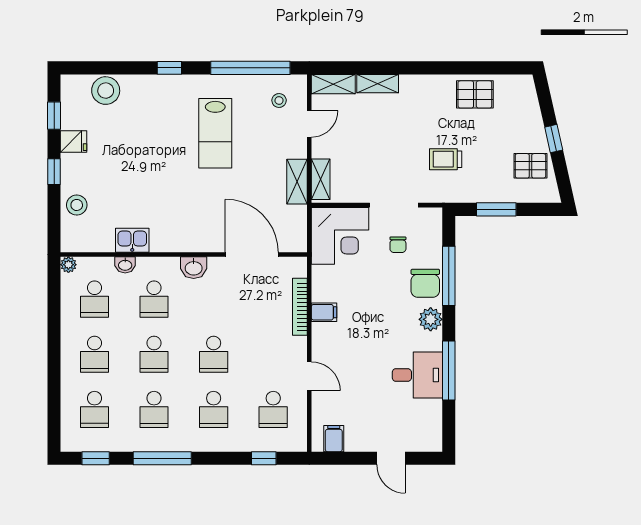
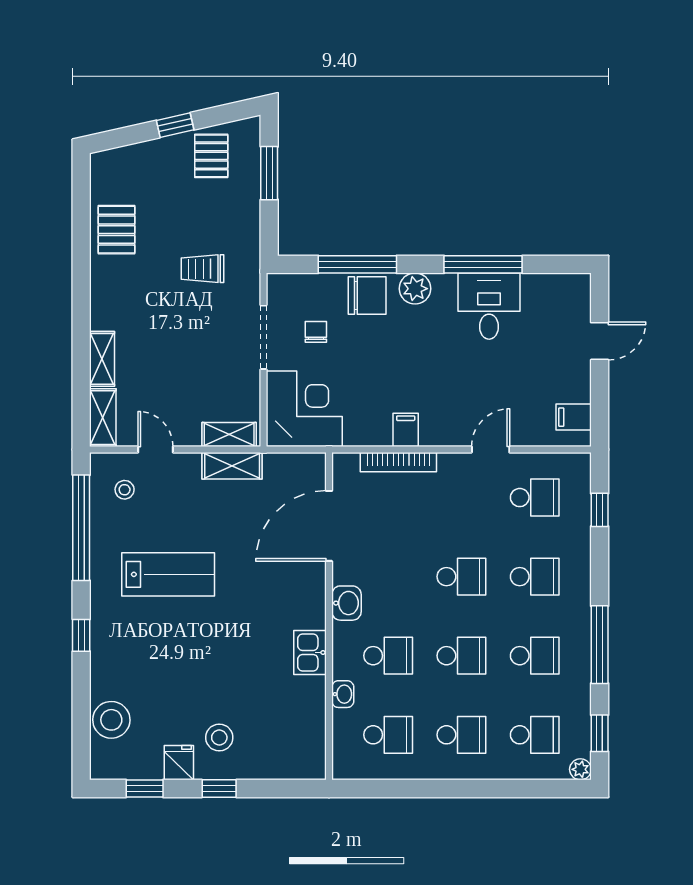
trolley: (446, 159) -> (203, 269), turned 90
stool: (77, 205) -> (219, 737), moved
window: (496, 209) -> (269, 173), moved
kitchen sink: (132, 240) -> (310, 652), moved
chair: (398, 245) -> (316, 332), turned -90
plant: (68, 265) -> (580, 769), moved

